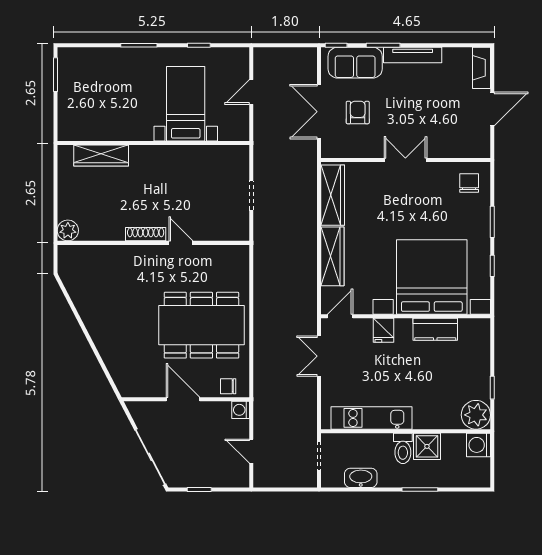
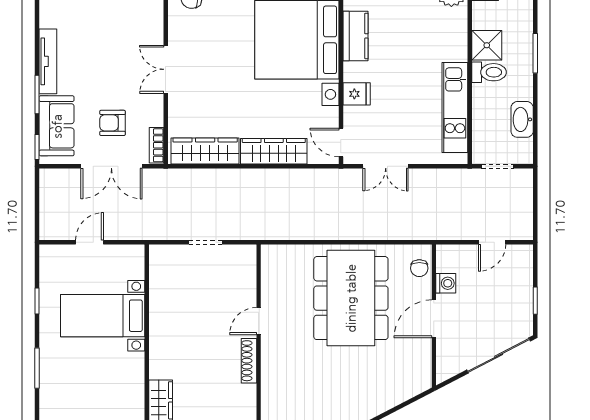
door: (251, 92) -> (90, 242), swing flipped
bookcase: (338, 152) -> (156, 145), added
washing machine: (241, 410) -> (446, 283), moved, turned -90

